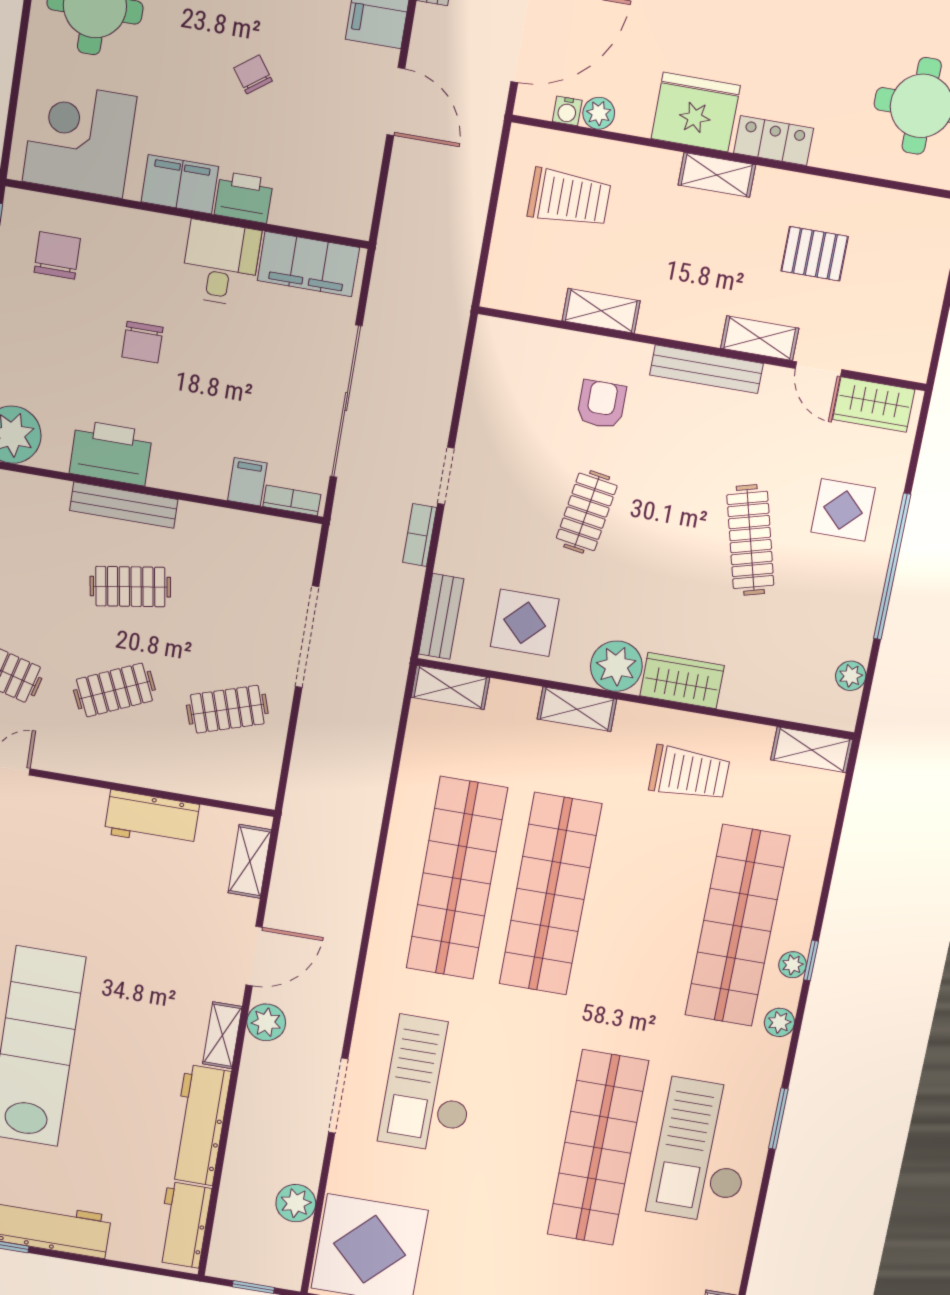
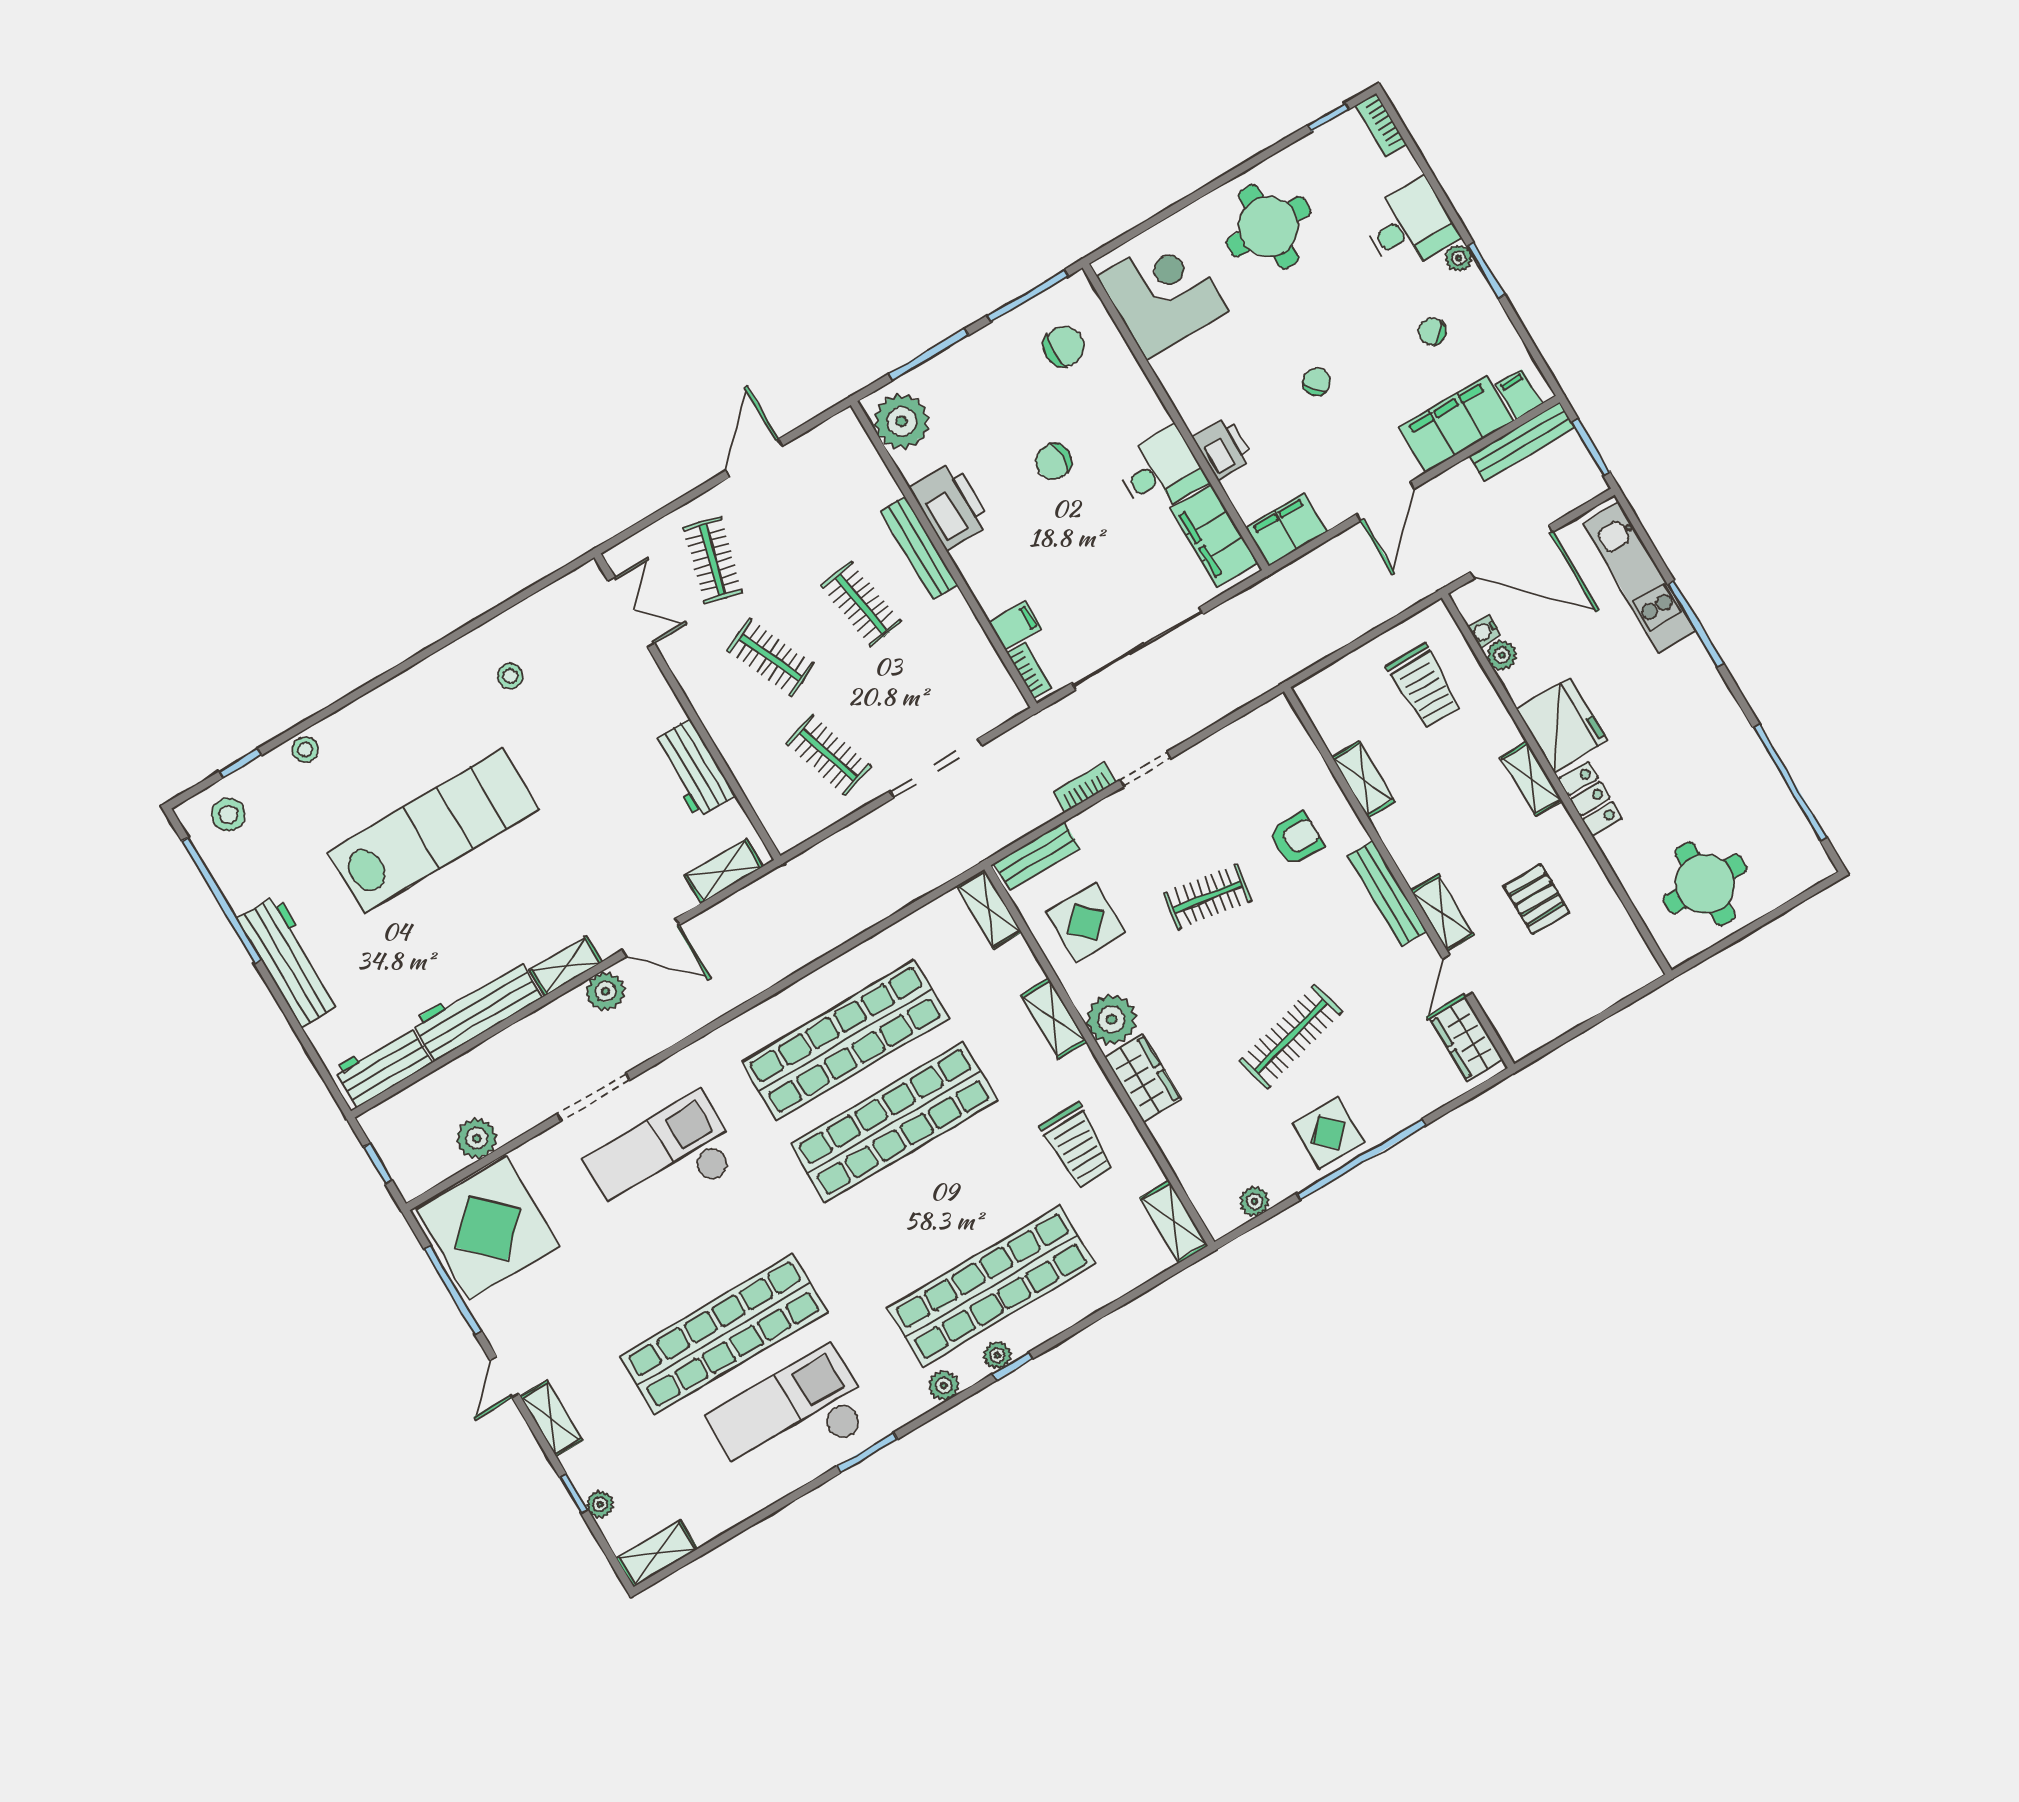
filing cabinet: (180, 184) -> (1286, 530), moved, turned -90
display table: (843, 510) -> (1329, 1133), moved

